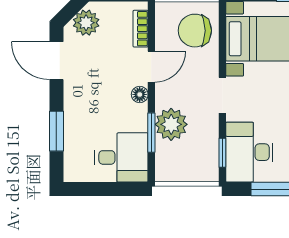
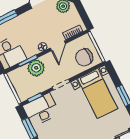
chair: (195, 31) -> (84, 57), turned -90
door: (151, 67) -> (58, 46), hinge flipped

